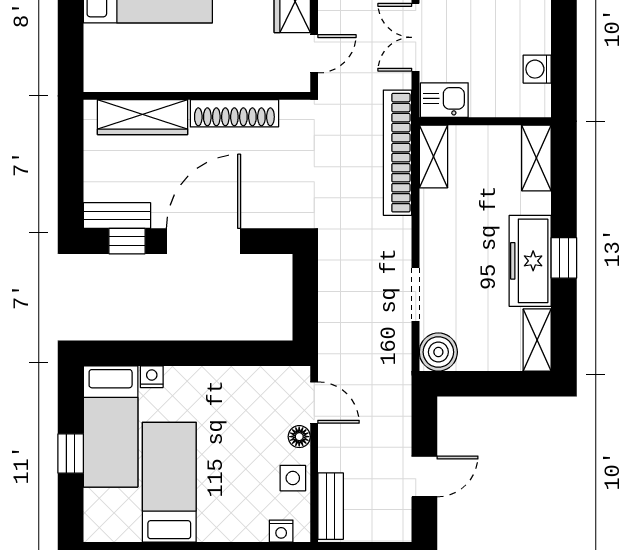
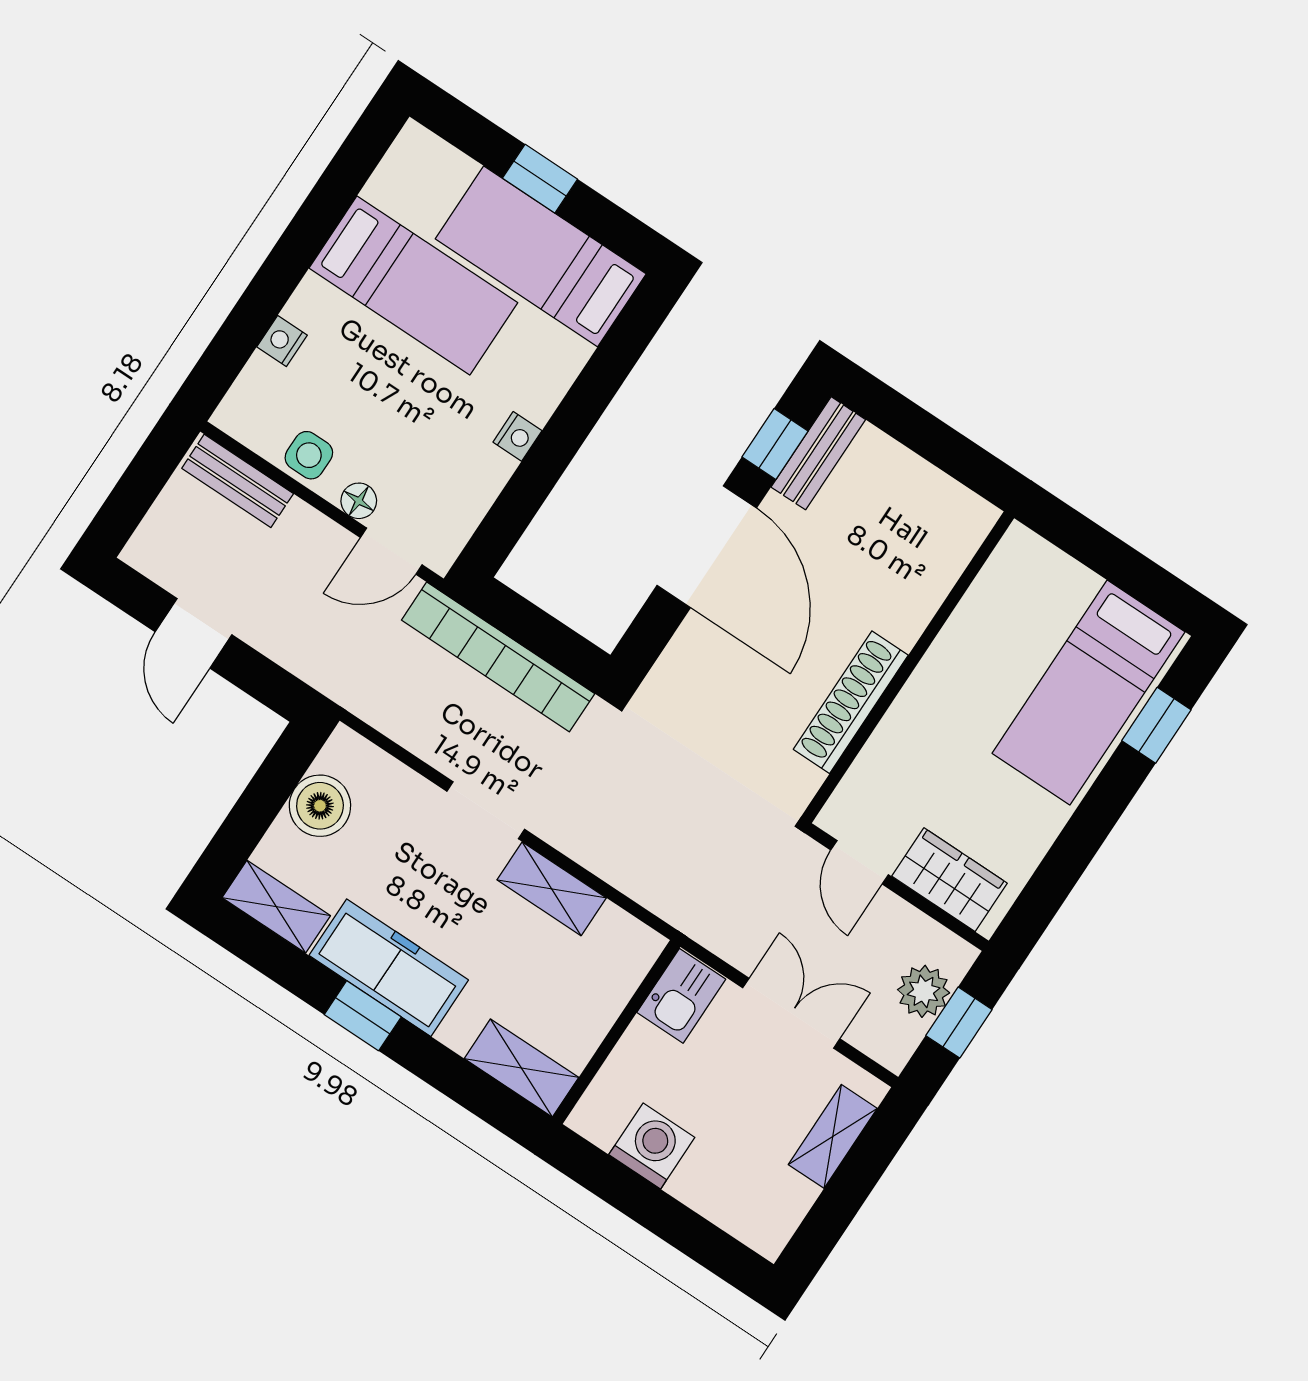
washing machine: (537, 69) -> (652, 1146), width x1.38, depth x1.38
wardrobe: (143, 117) -> (928, 575), removed
bookcase: (397, 153) -> (498, 657), moved, turned 180
shelving: (433, 156) -> (552, 889), moved
doorway: (416, 295) -> (486, 810), moved
boiler: (438, 352) -> (320, 806), moved
nightstand: (152, 377) -> (517, 436), moved
nightstand: (281, 531) -> (282, 341), moved

